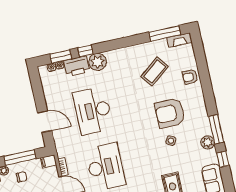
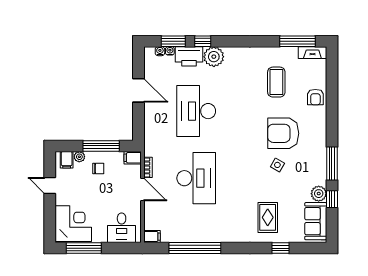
coffee table: (155, 71) -> (276, 82), turned -52
armchair: (190, 77) -> (315, 97), turned -90
door: (45, 122) -> (138, 90), moved
plant: (208, 142) -> (319, 194), moved

